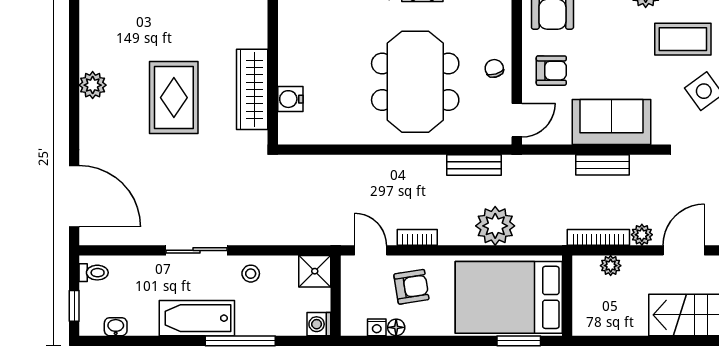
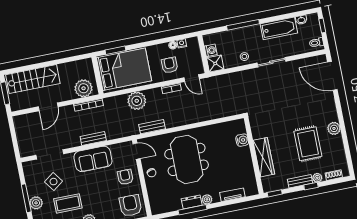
armchair: (551, 71) -> (125, 177), turned 90
wardrobe: (252, 89) -> (264, 157), moved
rug: (174, 98) -> (308, 144), moved
door: (517, 120) -> (137, 151), swing flipped
plant: (642, 235) -> (69, 110), removed
plant: (611, 266) -> (84, 88), width x1.87, depth x1.87
armchair: (411, 287) -> (170, 65), turned 99
bathtub: (197, 318) -> (279, 28), moved
washing machine: (319, 324) -> (211, 50), moved

